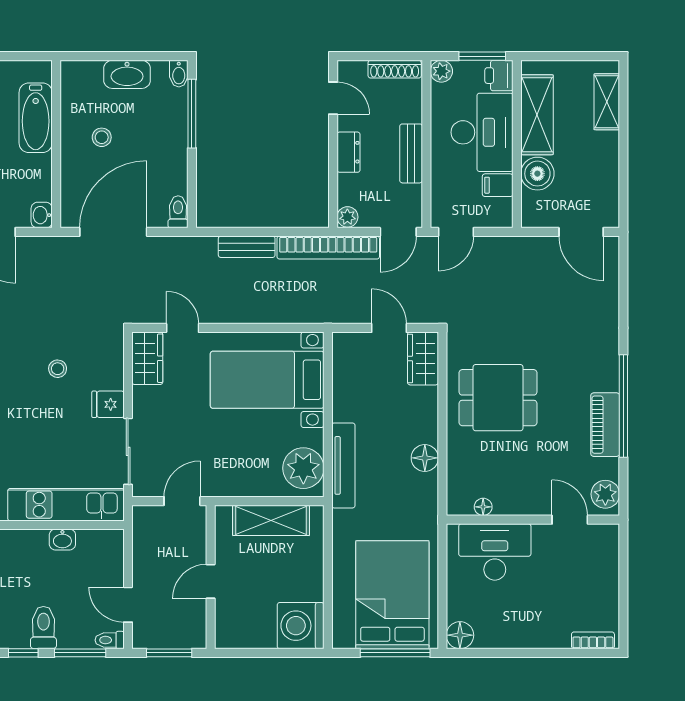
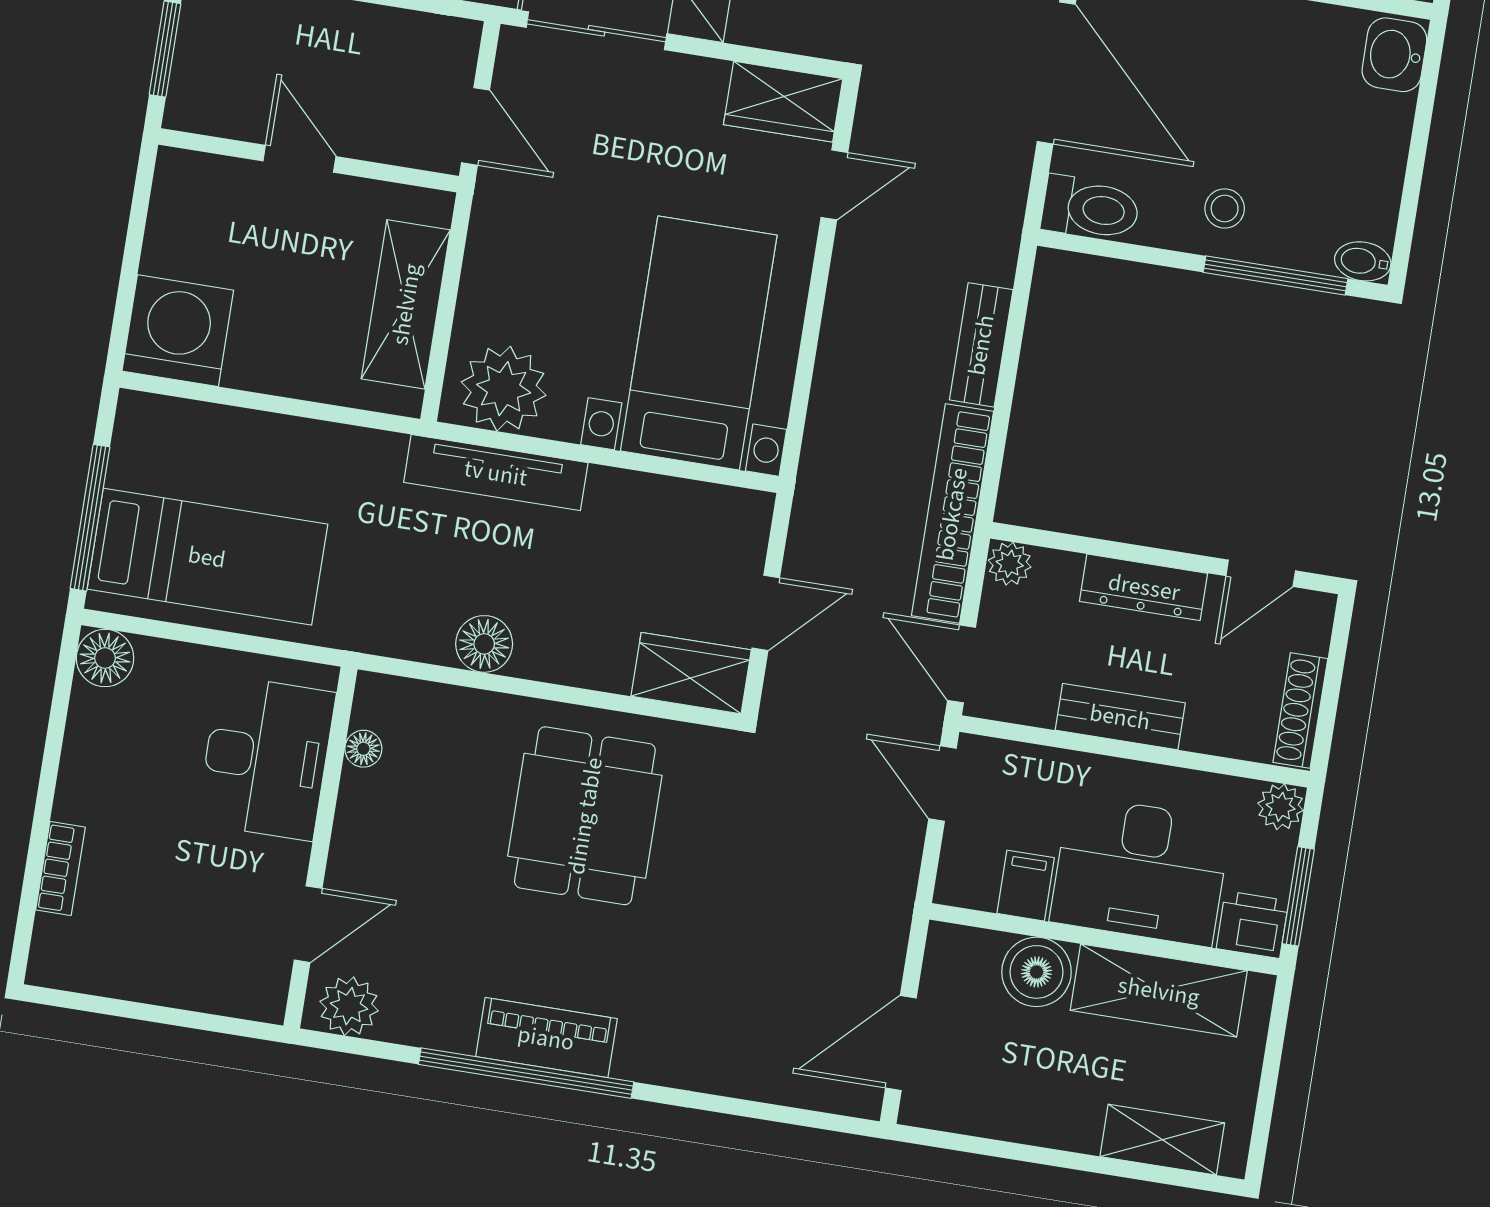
washbasin: (127, 74) -> (1394, 55), moved, width x0.72
stool: (102, 137) -> (1225, 208), moved
dresser: (349, 152) -> (1144, 587), width x1.44
toilet: (178, 212) -> (1091, 208), width x1.37, depth x1.39
piano: (605, 425) -> (546, 1038), moved
bed: (392, 595) -> (207, 557), width x0.67
bookcase: (593, 640) -> (60, 869), moved

